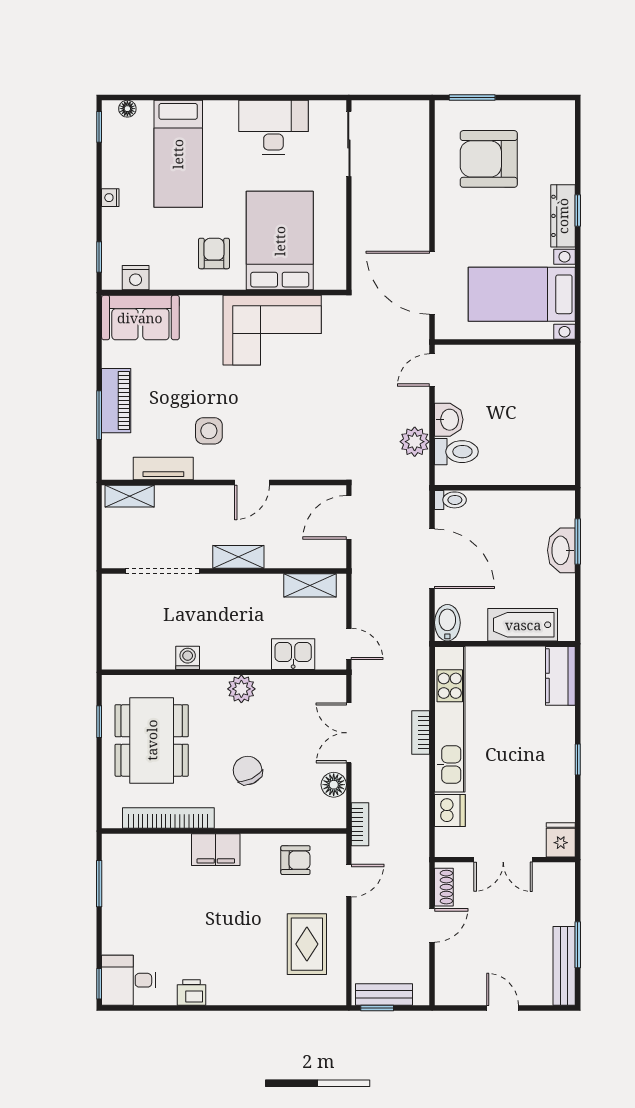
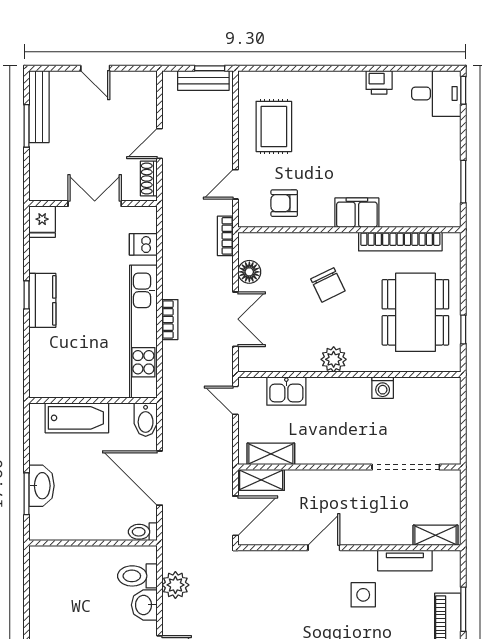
shelving: (238, 557) -> (261, 480), moved
kitchen counter: (560, 676) -> (42, 300), moved
dishwasher: (450, 810) -> (143, 244), width x0.73

